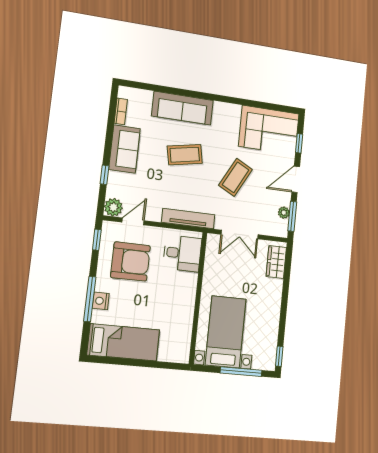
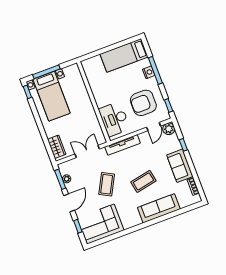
desk: (182, 253) -> (114, 119), width x1.37
bed with nightstands: (226, 332) -> (52, 96), moved

